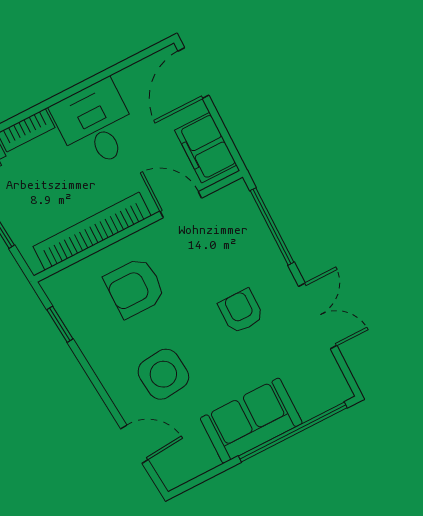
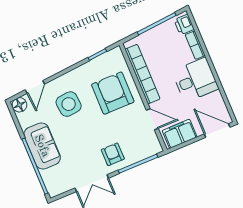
door: (181, 205) -> (152, 119), hinge flipped
armchair: (135, 288) -> (113, 93), width x1.36, depth x1.36
armchair: (241, 311) -> (113, 154), moved, turned -90
floor lamp: (173, 472) -> (20, 105), added

